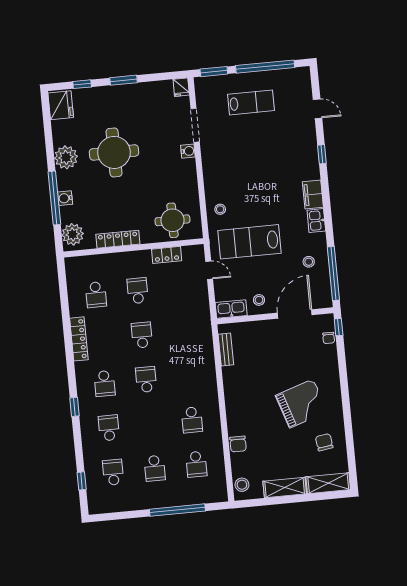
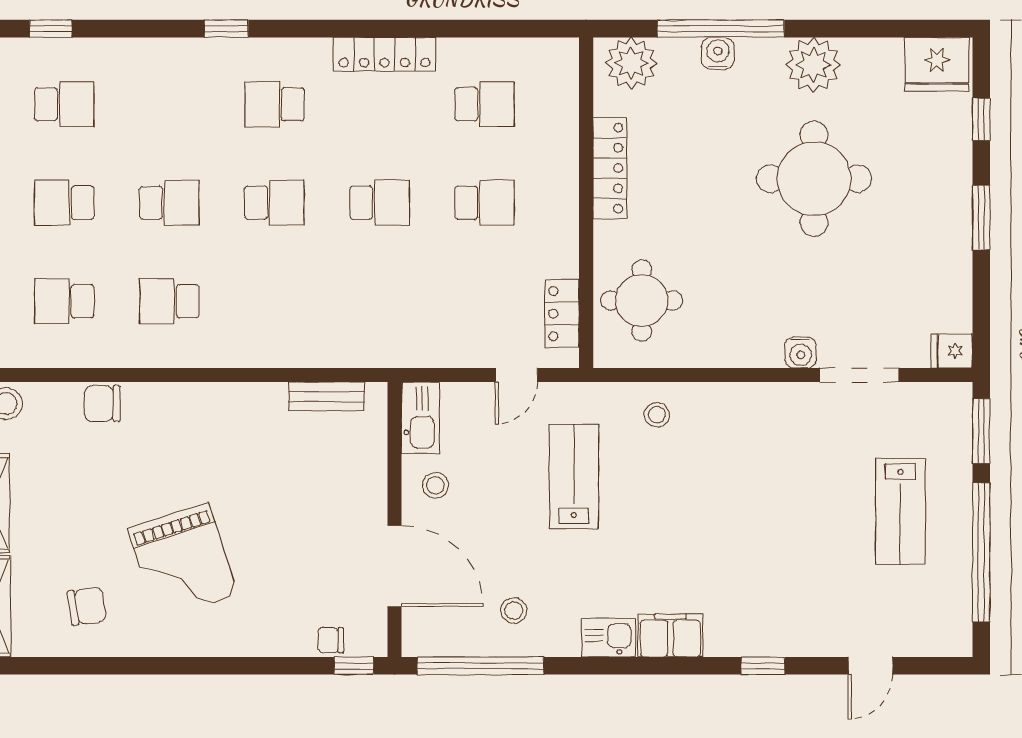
lab bench: (250, 242) -> (574, 476), width x0.73, depth x0.72
locker: (167, 255) -> (562, 314), moved
school desk: (96, 295) -> (485, 104), turned 180
school desk: (109, 428) -> (169, 203), moved

